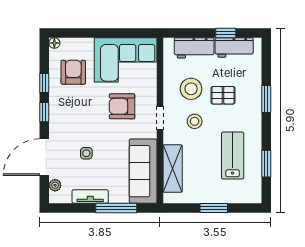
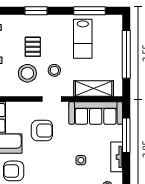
armchair: (122, 106) -> (42, 131), turned -90
lab bench: (233, 156) -> (83, 39), turned -90
window: (266, 164) -> (90, 11), width x1.44
window: (214, 208) -> (126, 54), width x2.11

